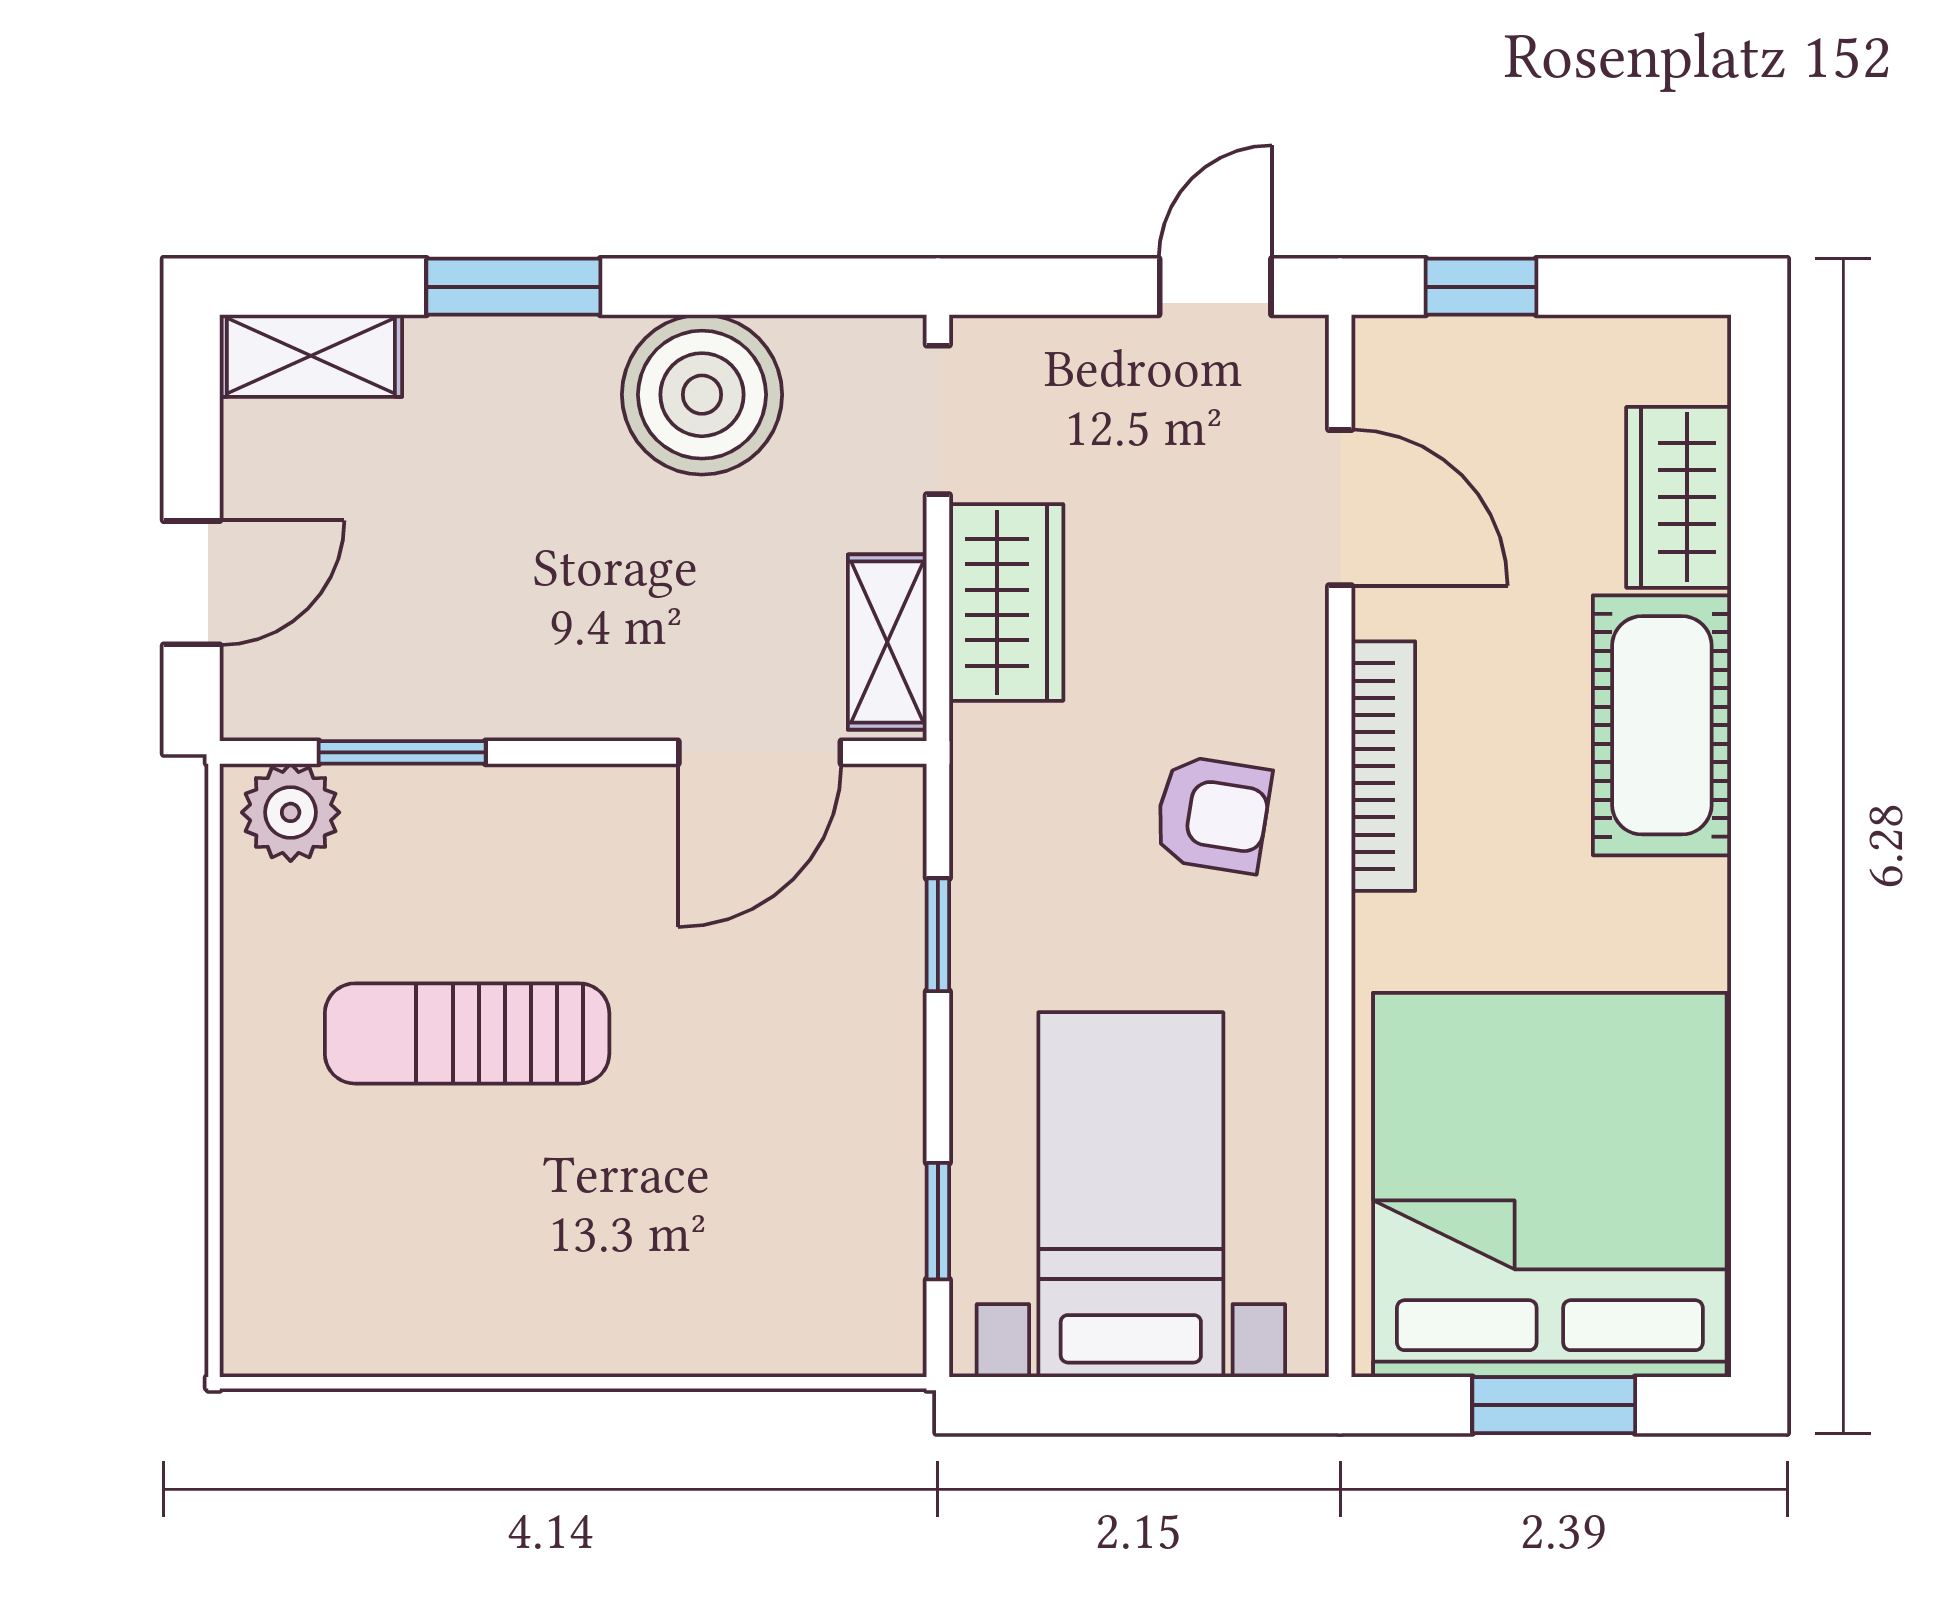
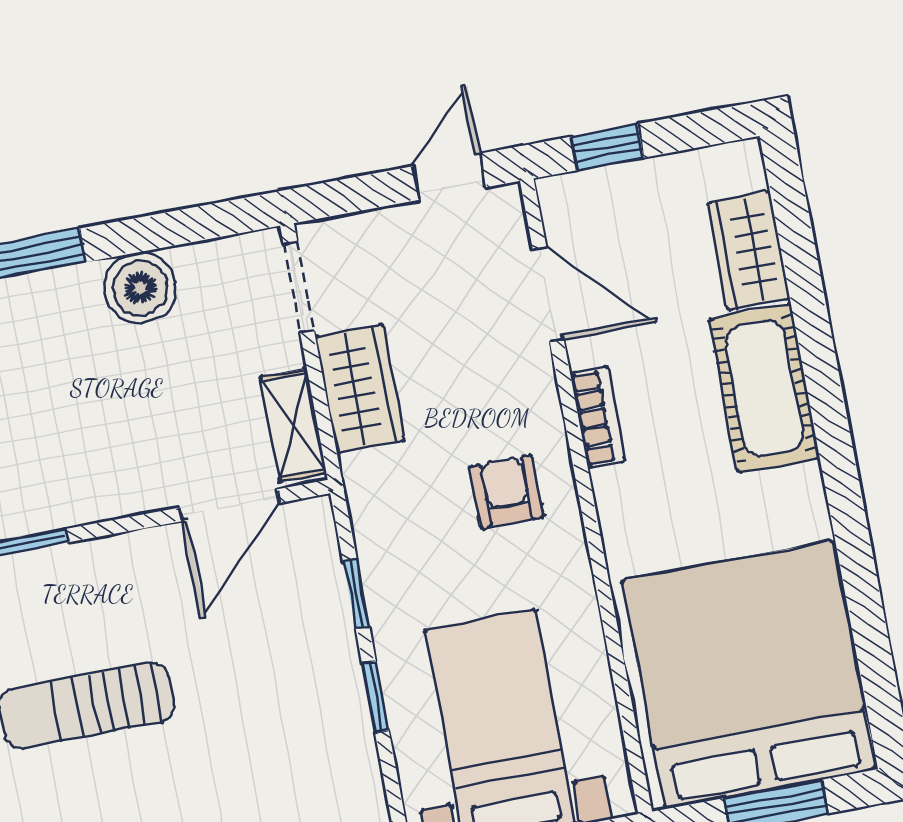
boiler: (702, 395) -> (140, 288), width x0.73, depth x0.73
bookcase: (1383, 766) -> (598, 417), width x0.64
armchair: (1213, 814) -> (506, 492), turned -99
window: (938, 1221) -> (375, 697), moved

